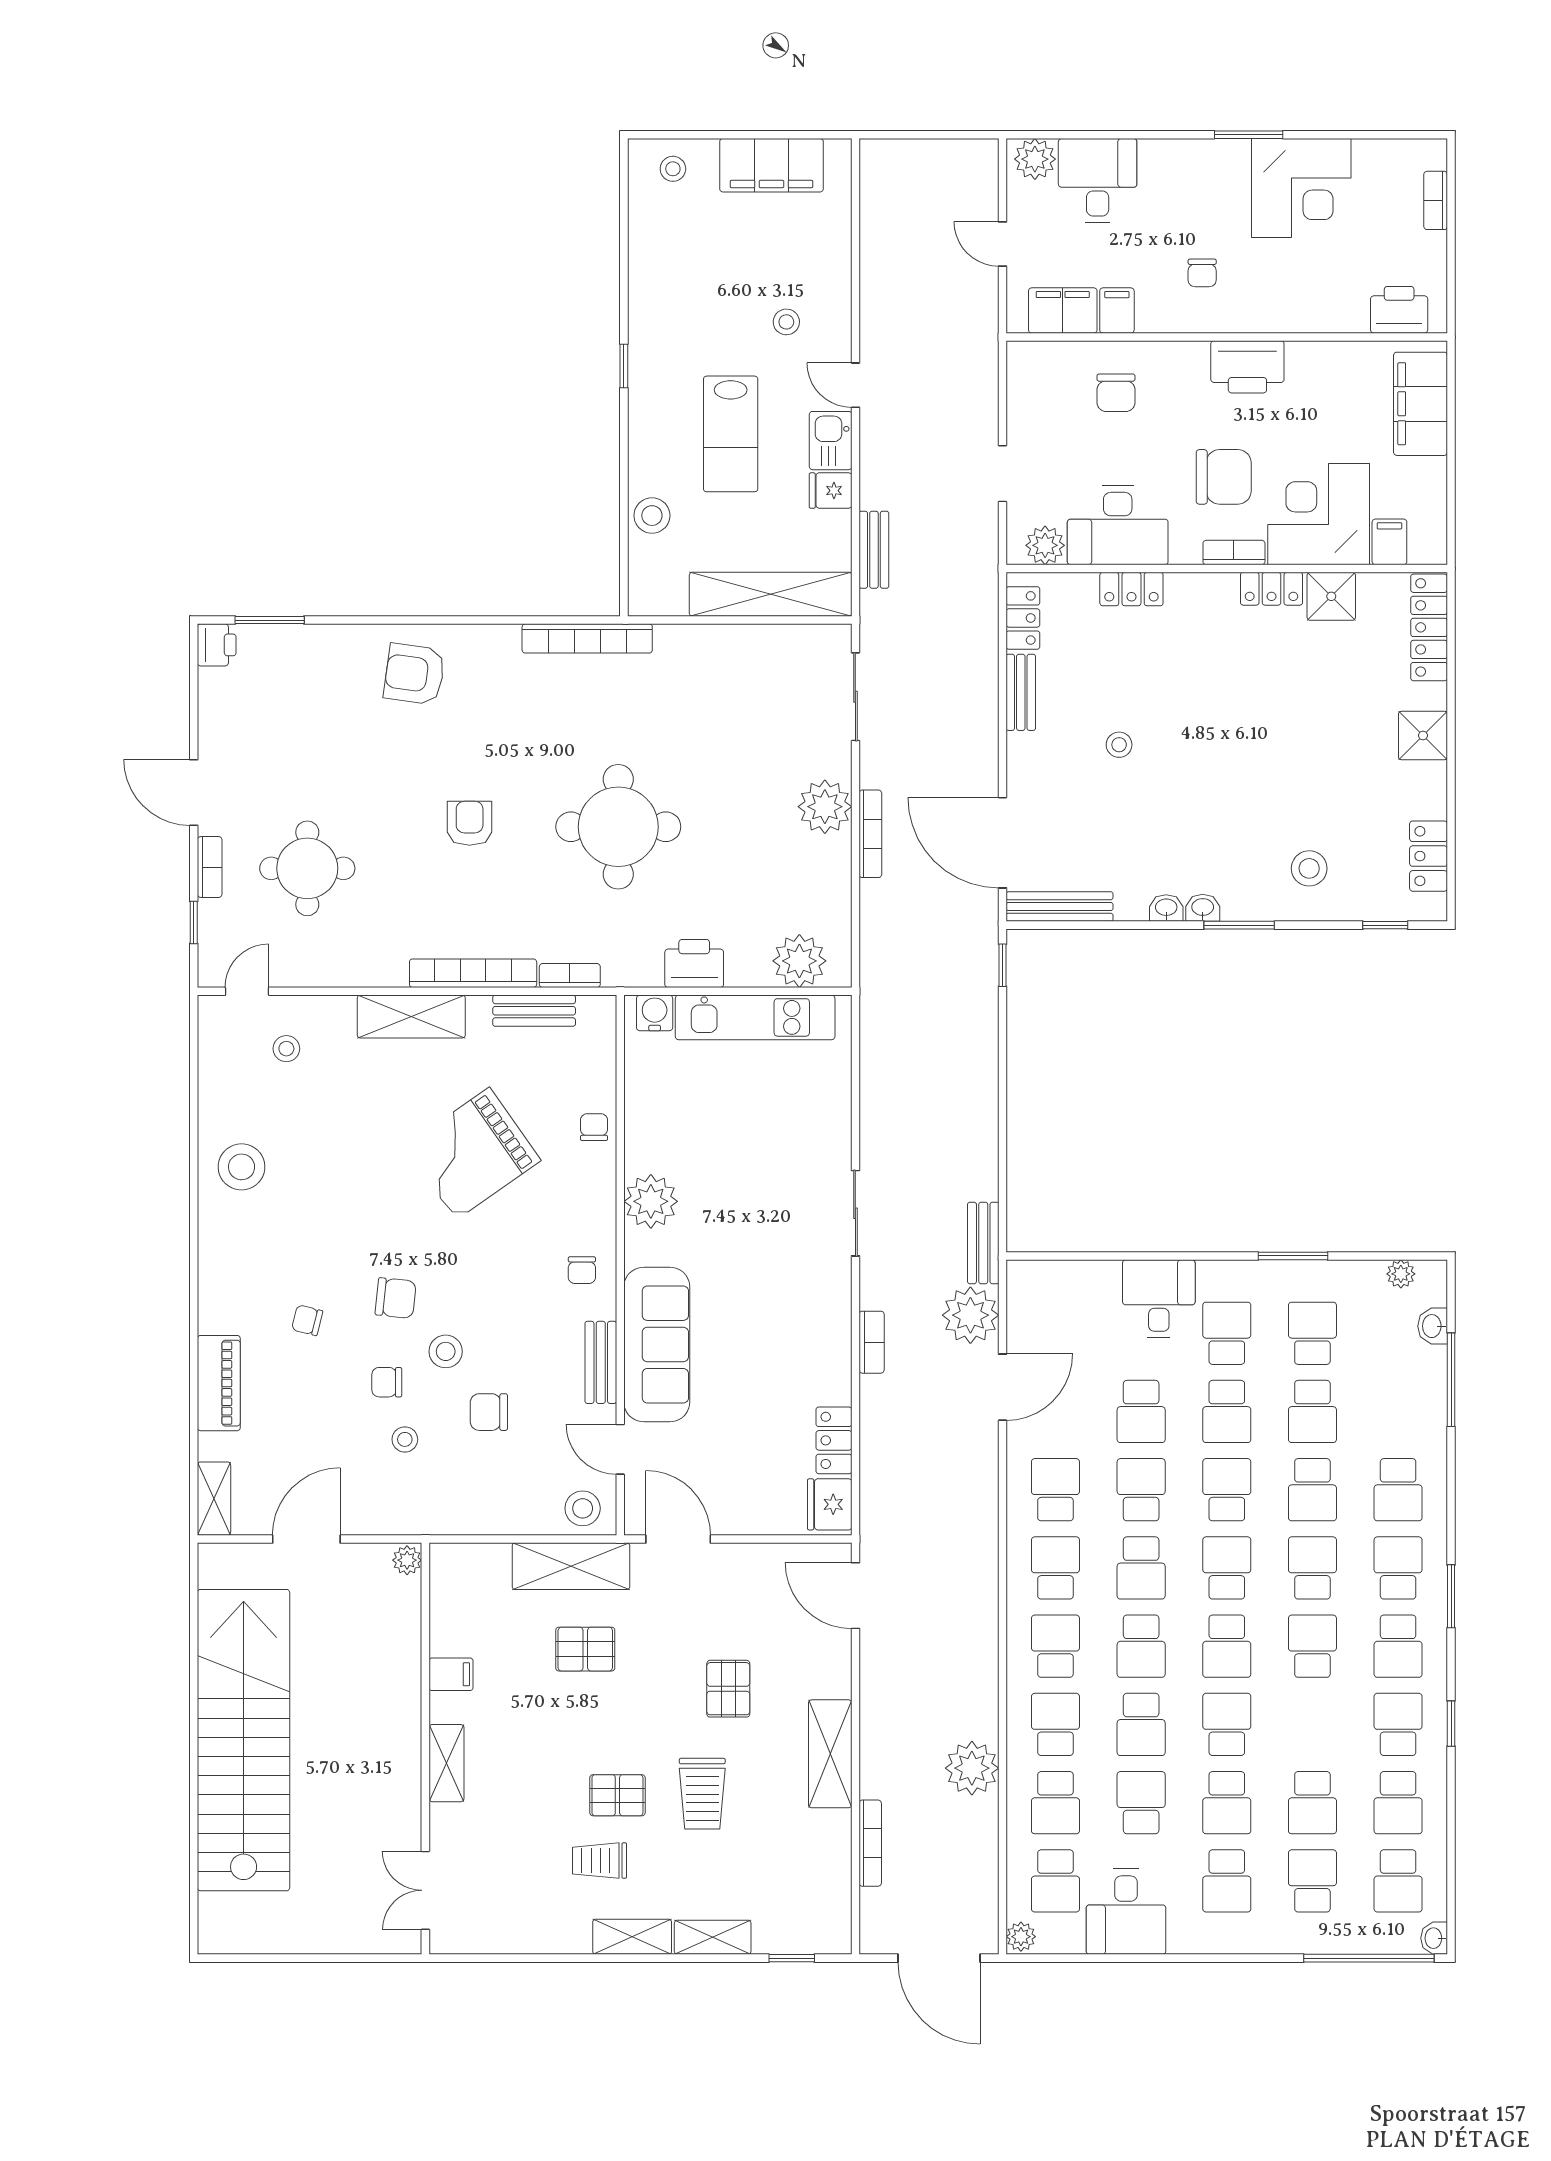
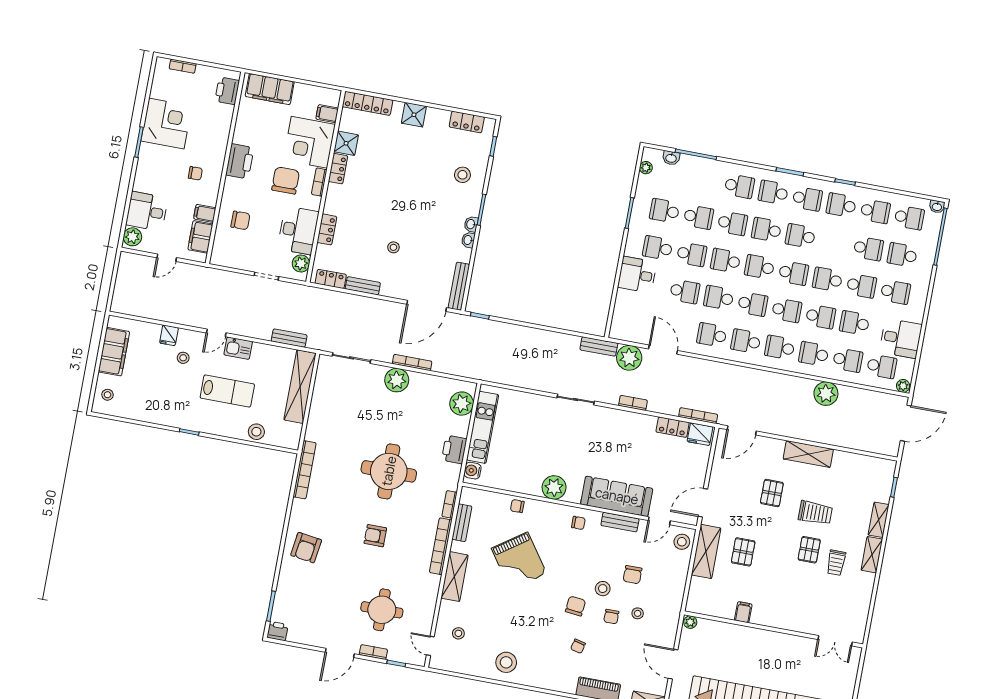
fridge: (831, 491) -> (169, 335), moved
pallet: (728, 1689) -> (772, 493), turned 90
shelving: (446, 1763) -> (781, 621), removed
bookcase: (870, 1843) -> (698, 416), moved

